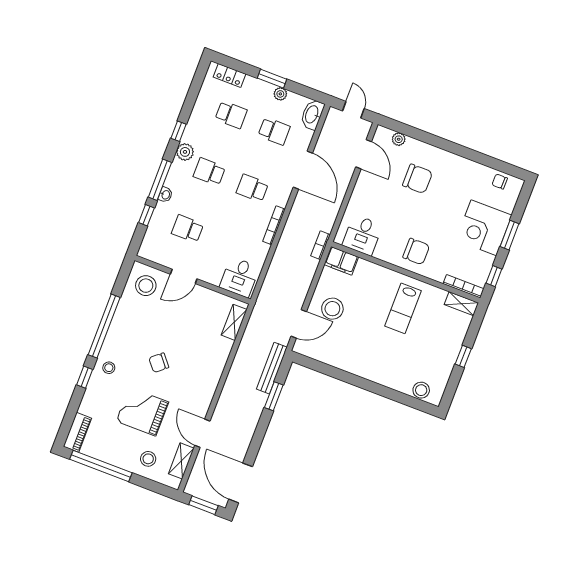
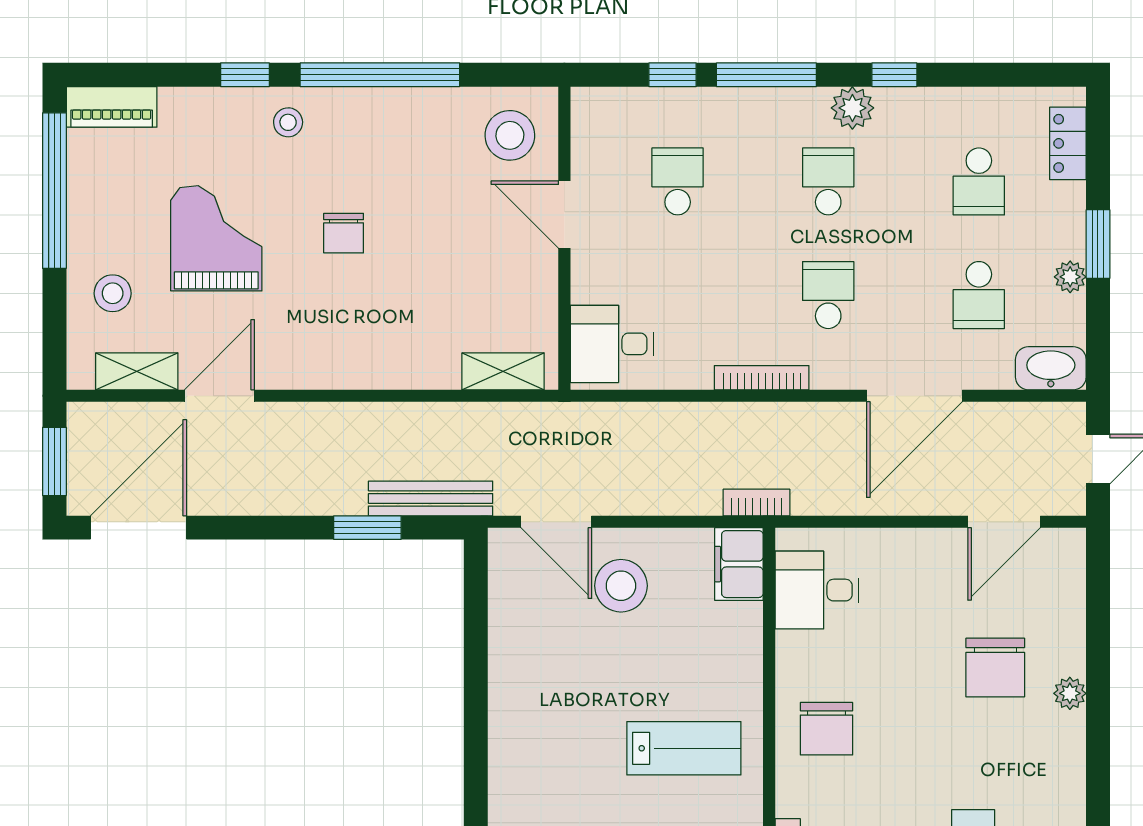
plant: (399, 139) -> (1070, 693), moved
washbasin: (165, 195) -> (737, 101), removed
lab bench: (403, 308) -> (684, 748), turned 180
chair: (159, 363) -> (344, 233), turned -140

